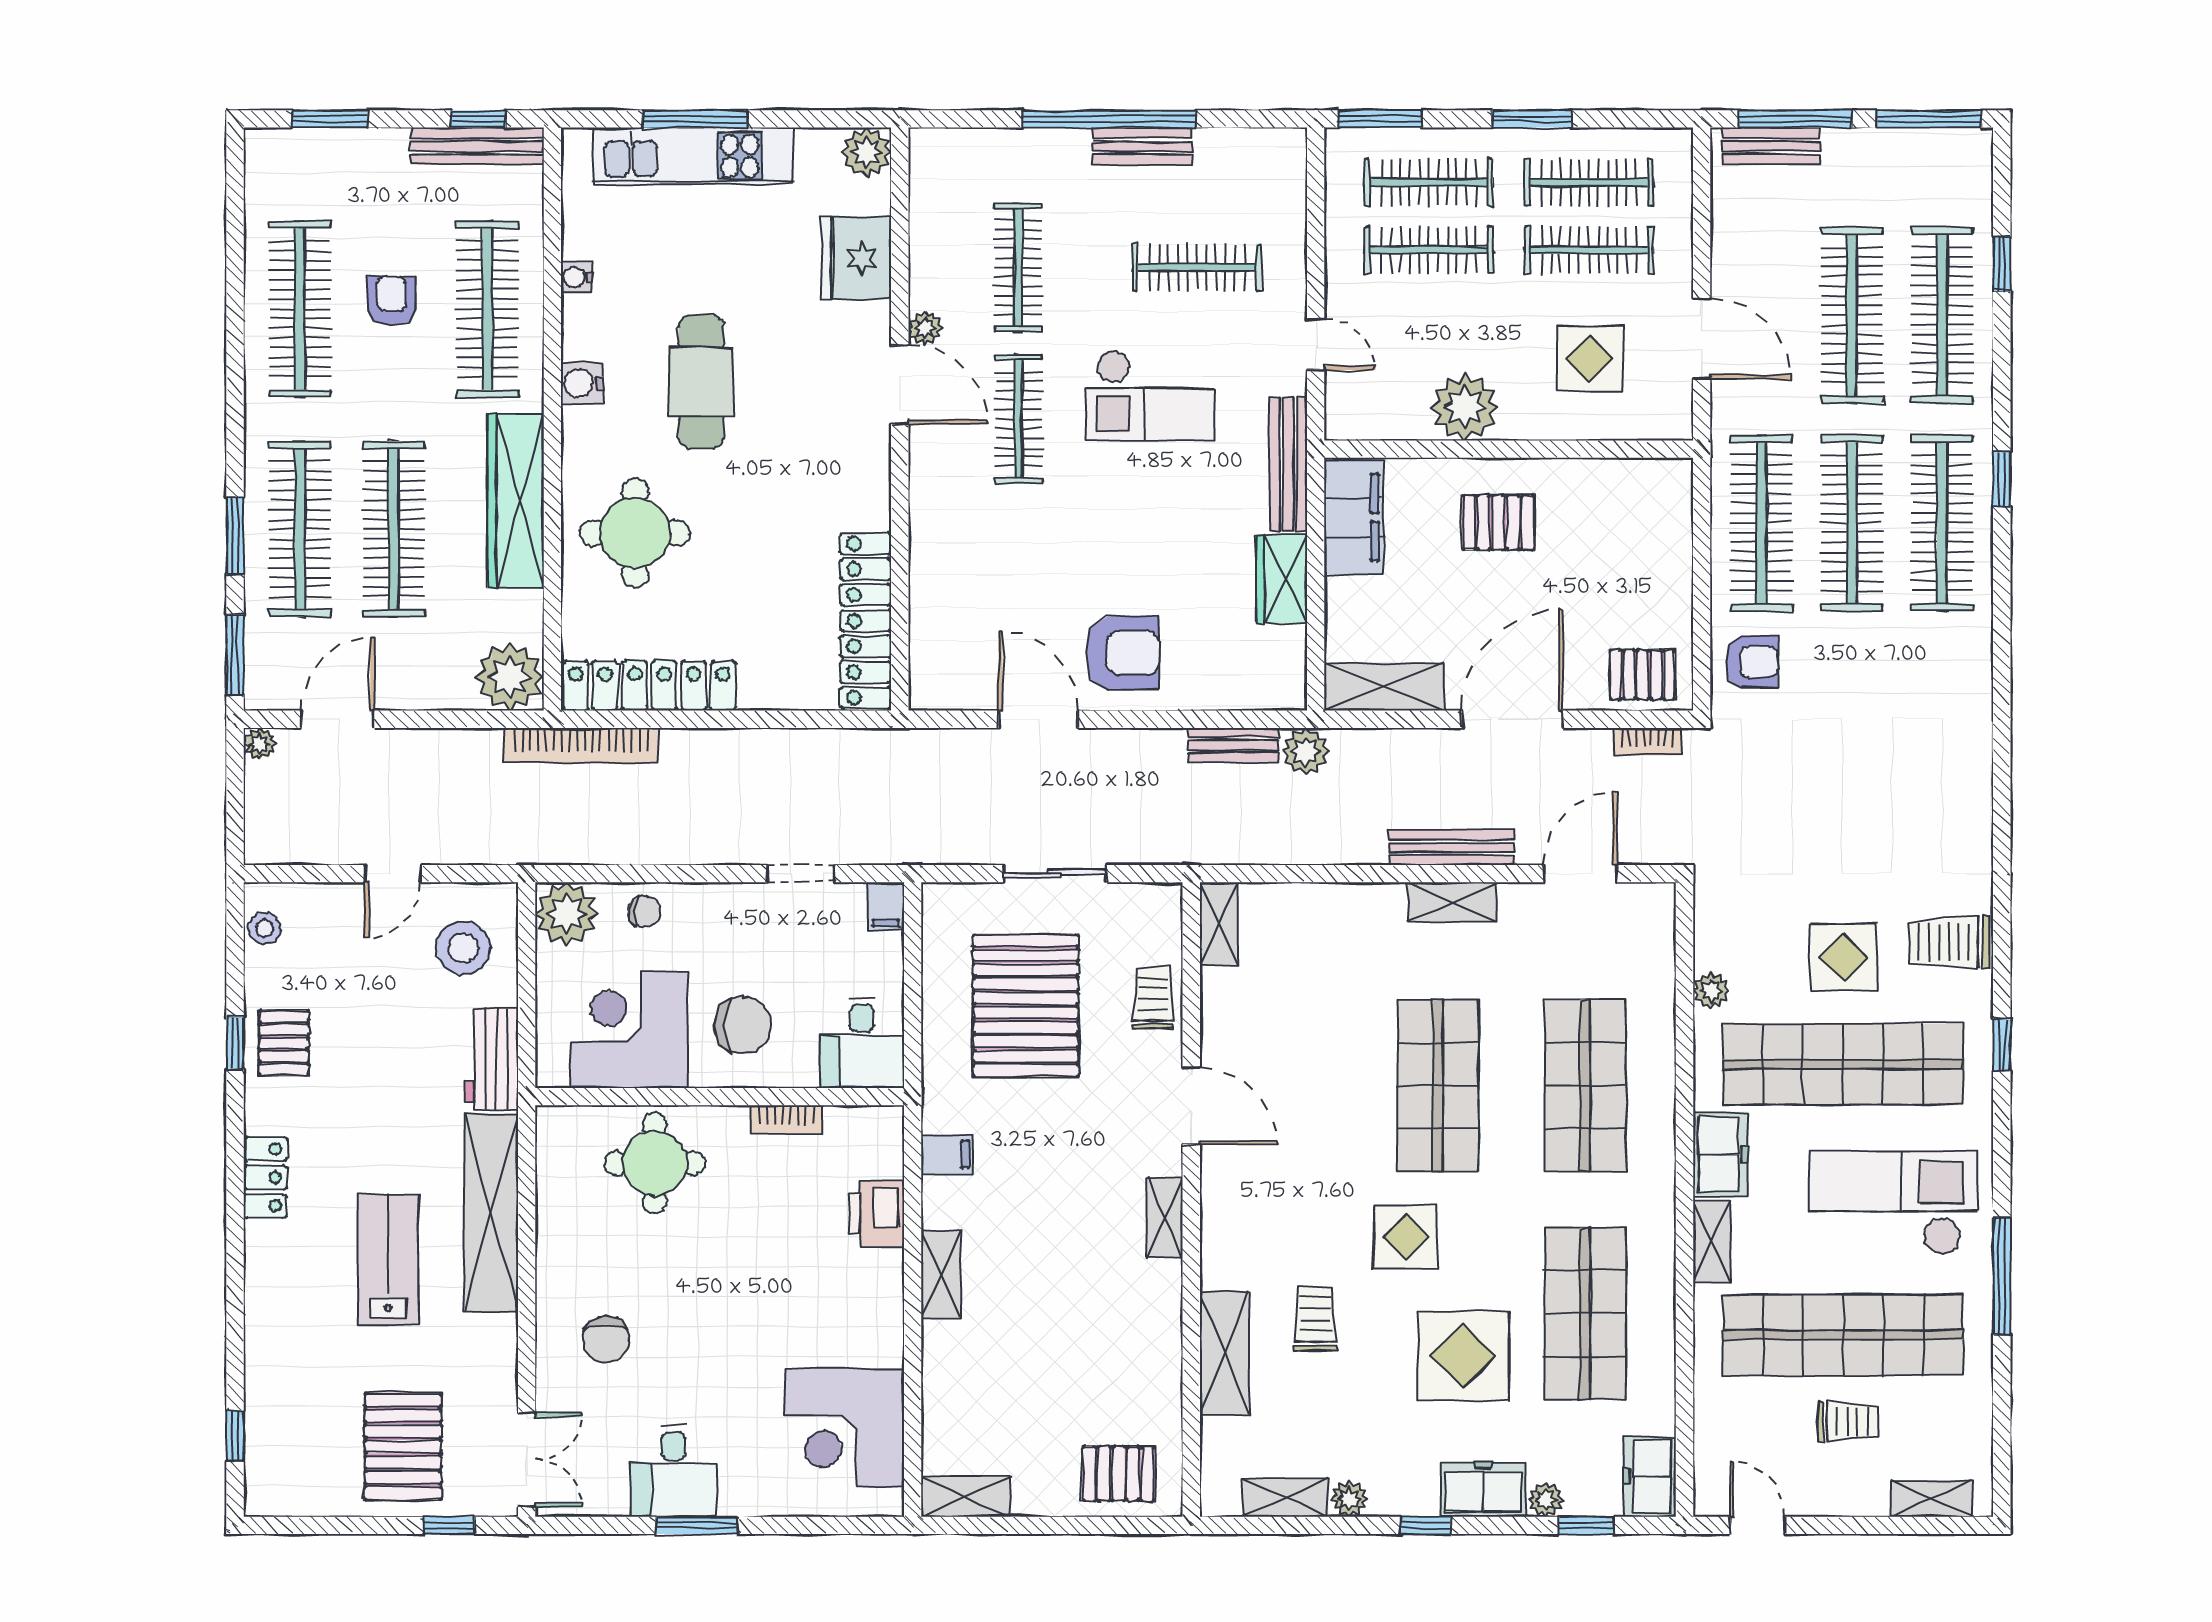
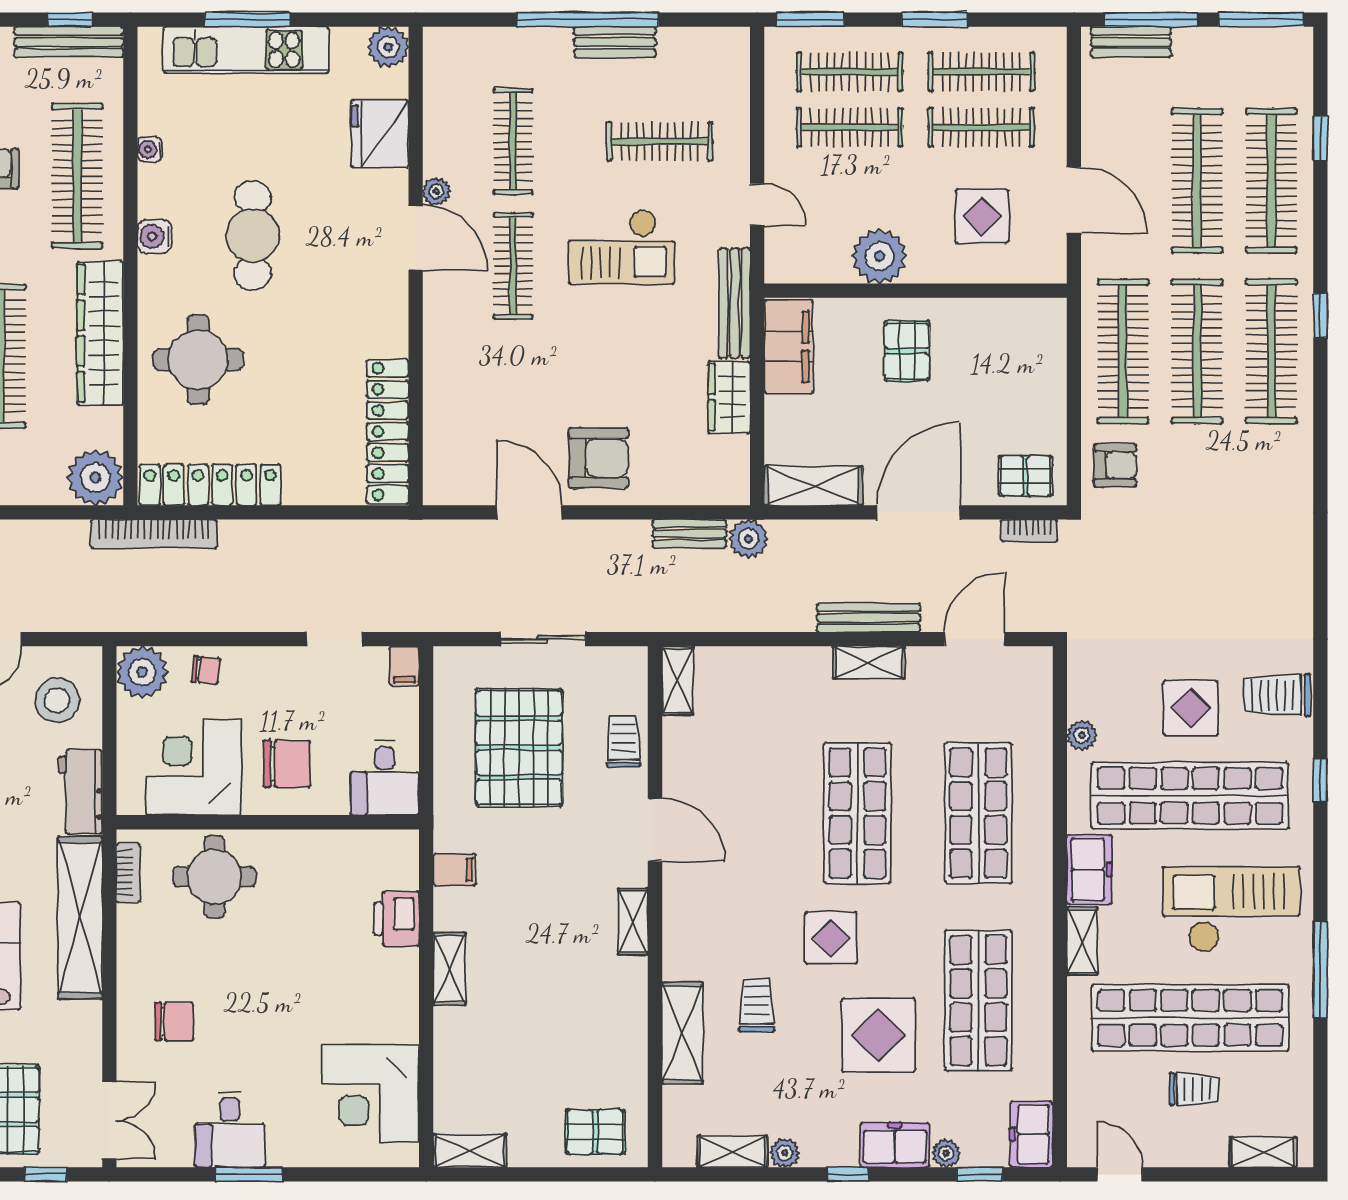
pallet: (1498, 523) -> (907, 351), turned 90
bookcase: (786, 1120) -> (128, 873), moved, turned -90
chair: (606, 1339) -> (174, 1022), turned -90

